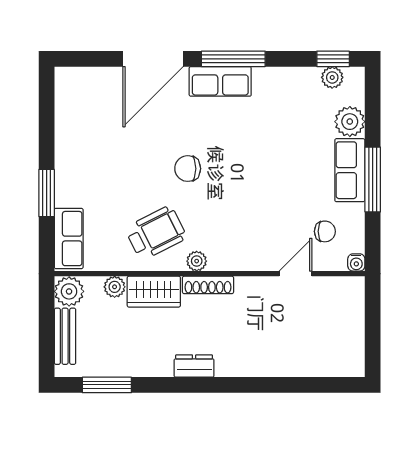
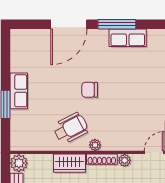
row of seats: (220, 81) -> (128, 38), moved
row of seats: (69, 239) -> (19, 91), moved
plant: (115, 287) -> (125, 160), moved

